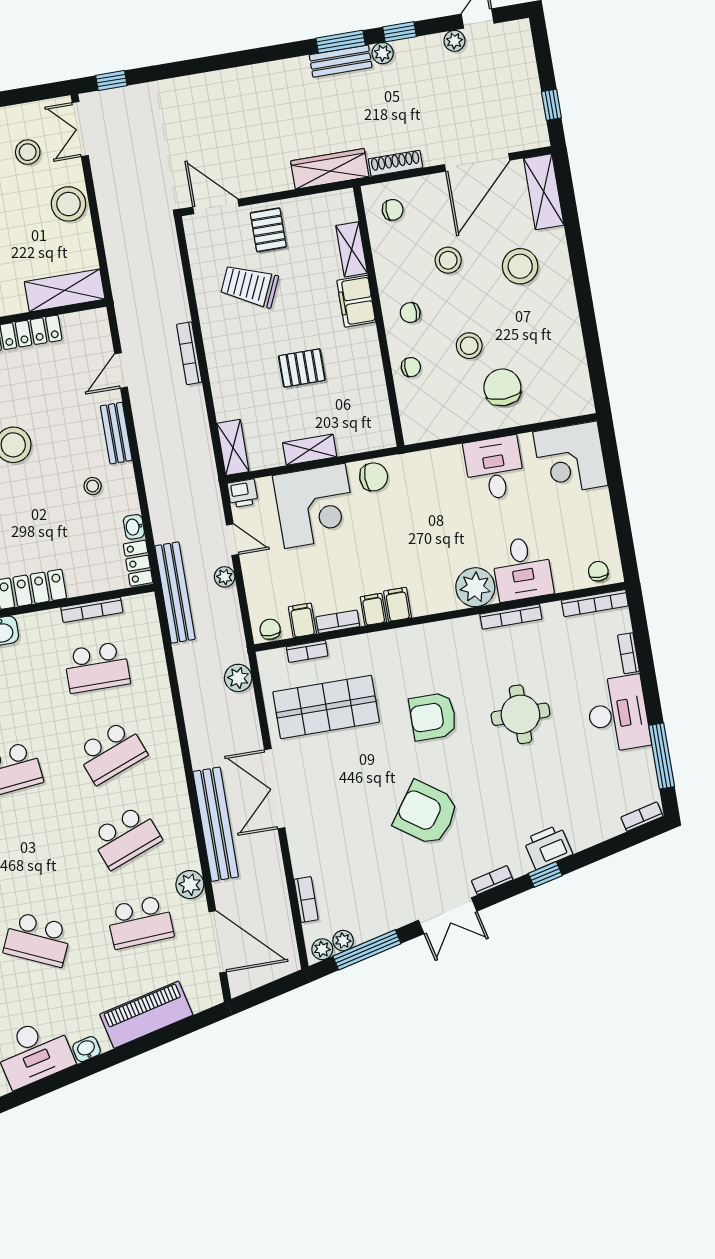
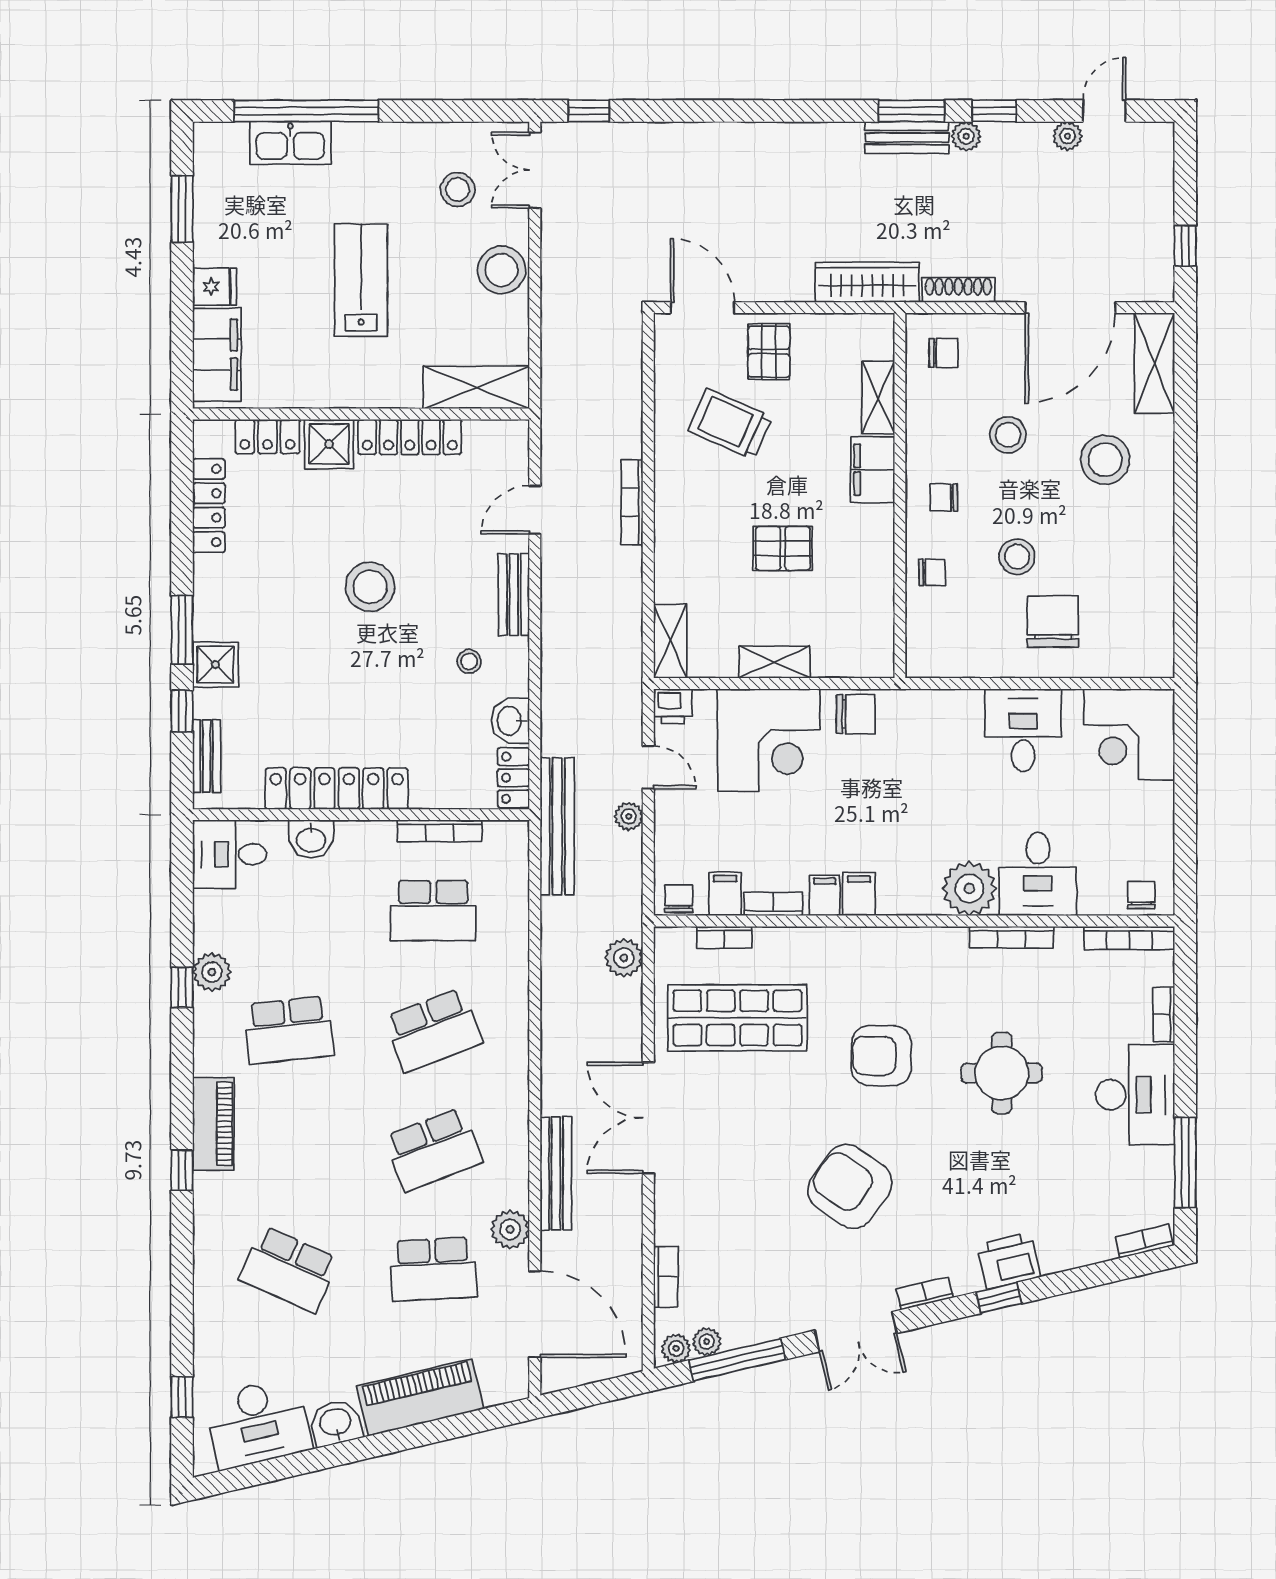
washbasin: (134, 527) -> (510, 721), width x1.38, depth x1.45
bench: (216, 824) -> (556, 1174), width x0.73, depth x0.82
washbasin: (87, 1049) -> (336, 1423), width x1.38, depth x1.45

